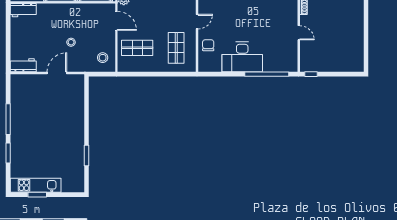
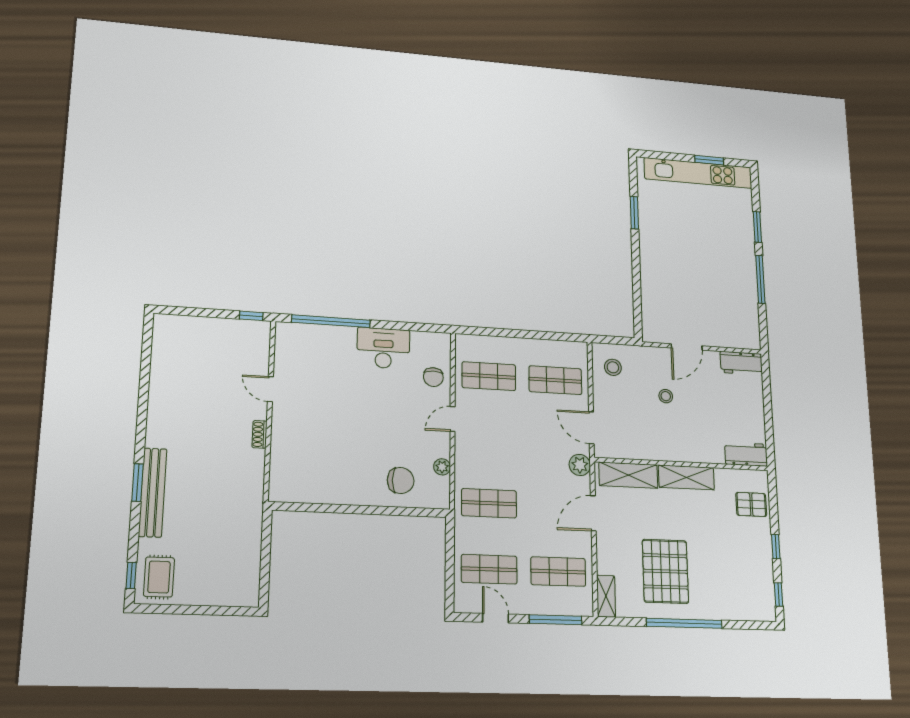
shop shelf: (176, 48) -> (489, 376), turned 90
desk: (242, 57) -> (383, 348), width x0.73, depth x0.77
kitchen unit: (36, 185) -> (698, 173), width x1.36

